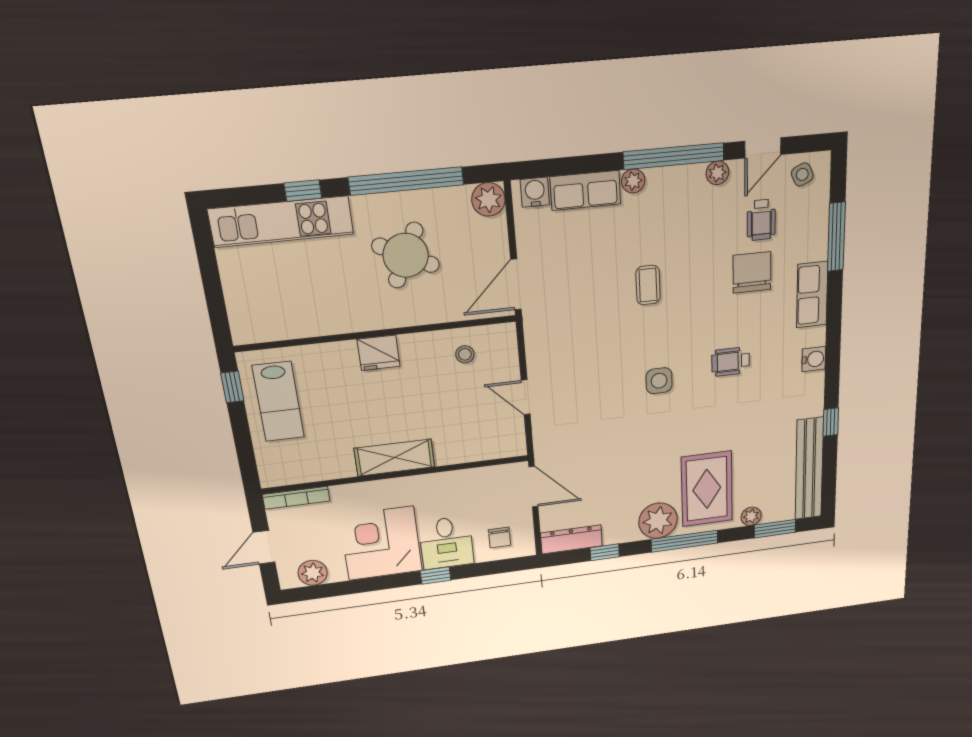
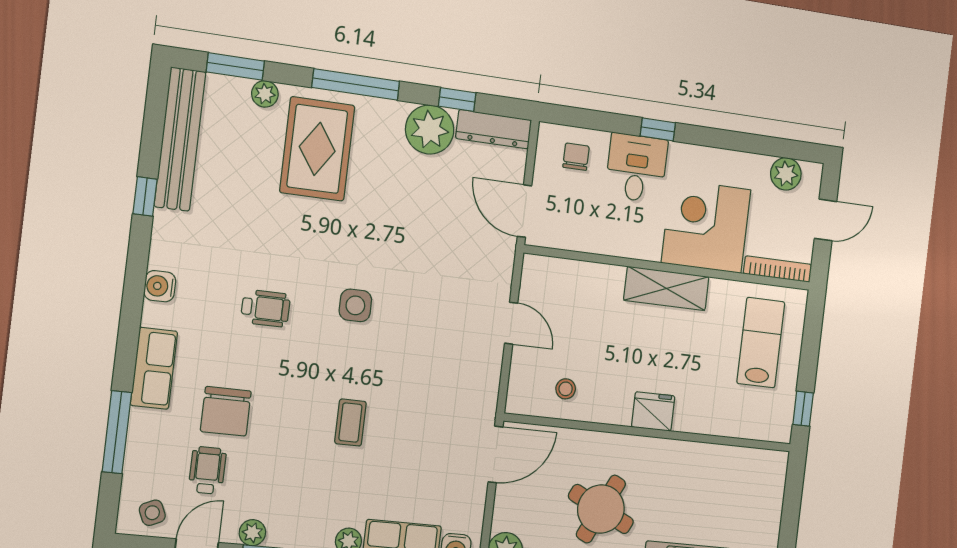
lab bench: (278, 402) -> (761, 343), moved
plant: (658, 521) -> (430, 130), moved
corner desk: (381, 543) -> (706, 226), moved, turned 180

